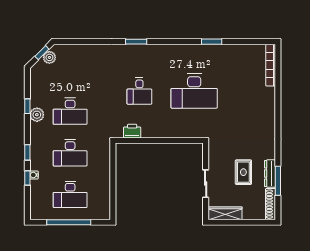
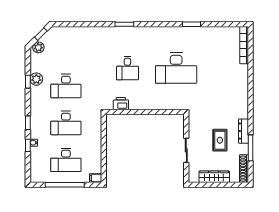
plant: (49, 57) -> (38, 47), moved
plant: (37, 115) -> (36, 79), moved
dresser: (270, 173) -> (244, 131), moved
wardrobe: (225, 213) -> (214, 177), moved
filing cabinet: (104, 215) -> (96, 178), added

